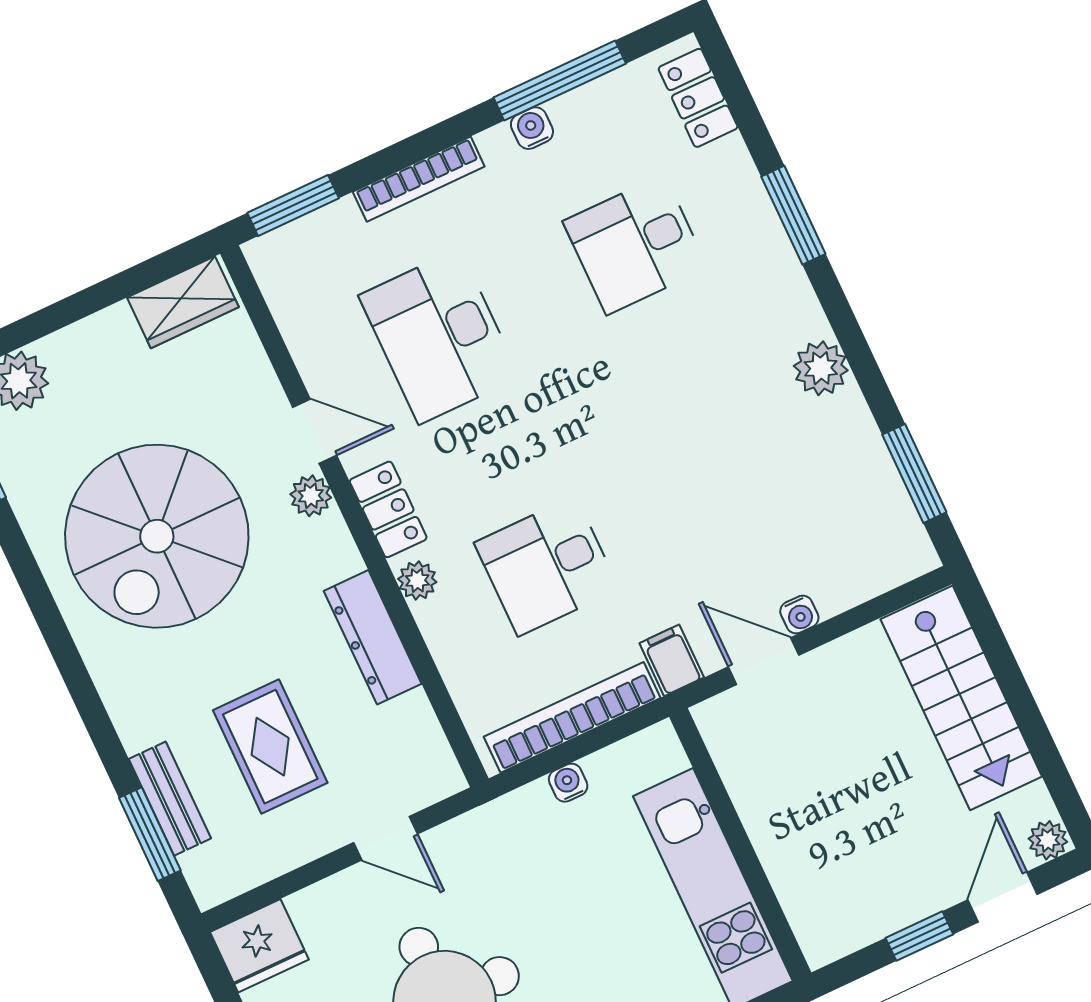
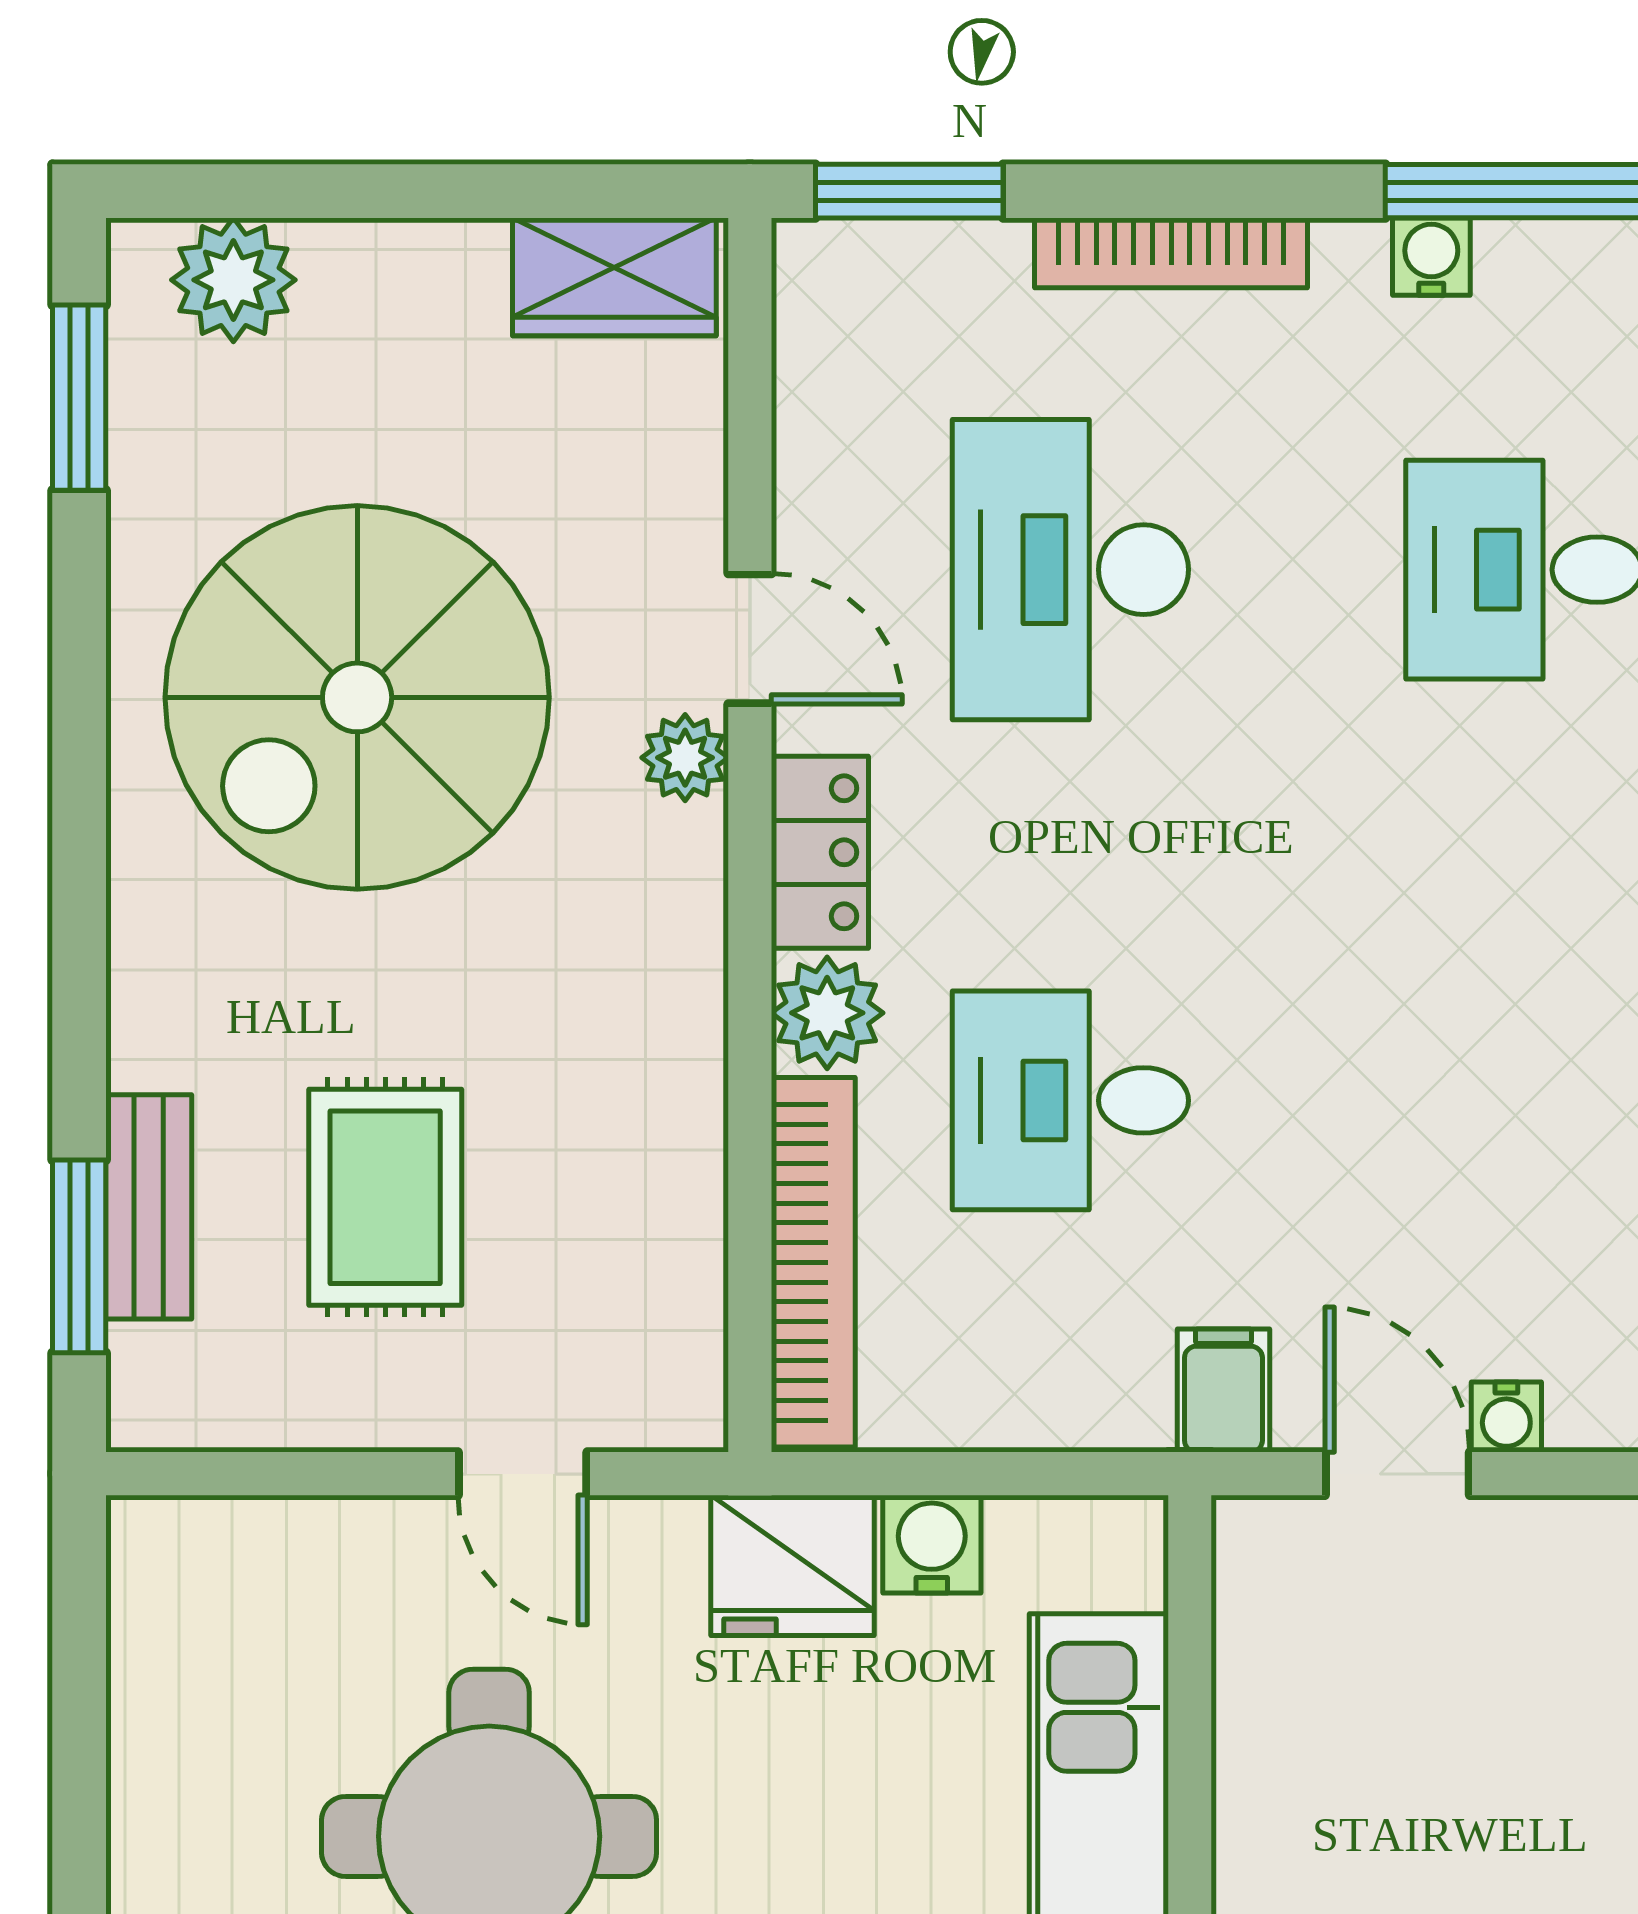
plant: (417, 580) -> (827, 1013), width x1.38, depth x1.38
dresser: (373, 637) -> (677, 1081), removed
bookcase: (572, 717) -> (813, 1262), moved, turned 90
water cooler: (568, 783) -> (932, 1544), width x1.38, depth x1.38
fridge: (259, 946) -> (793, 1565), moved

